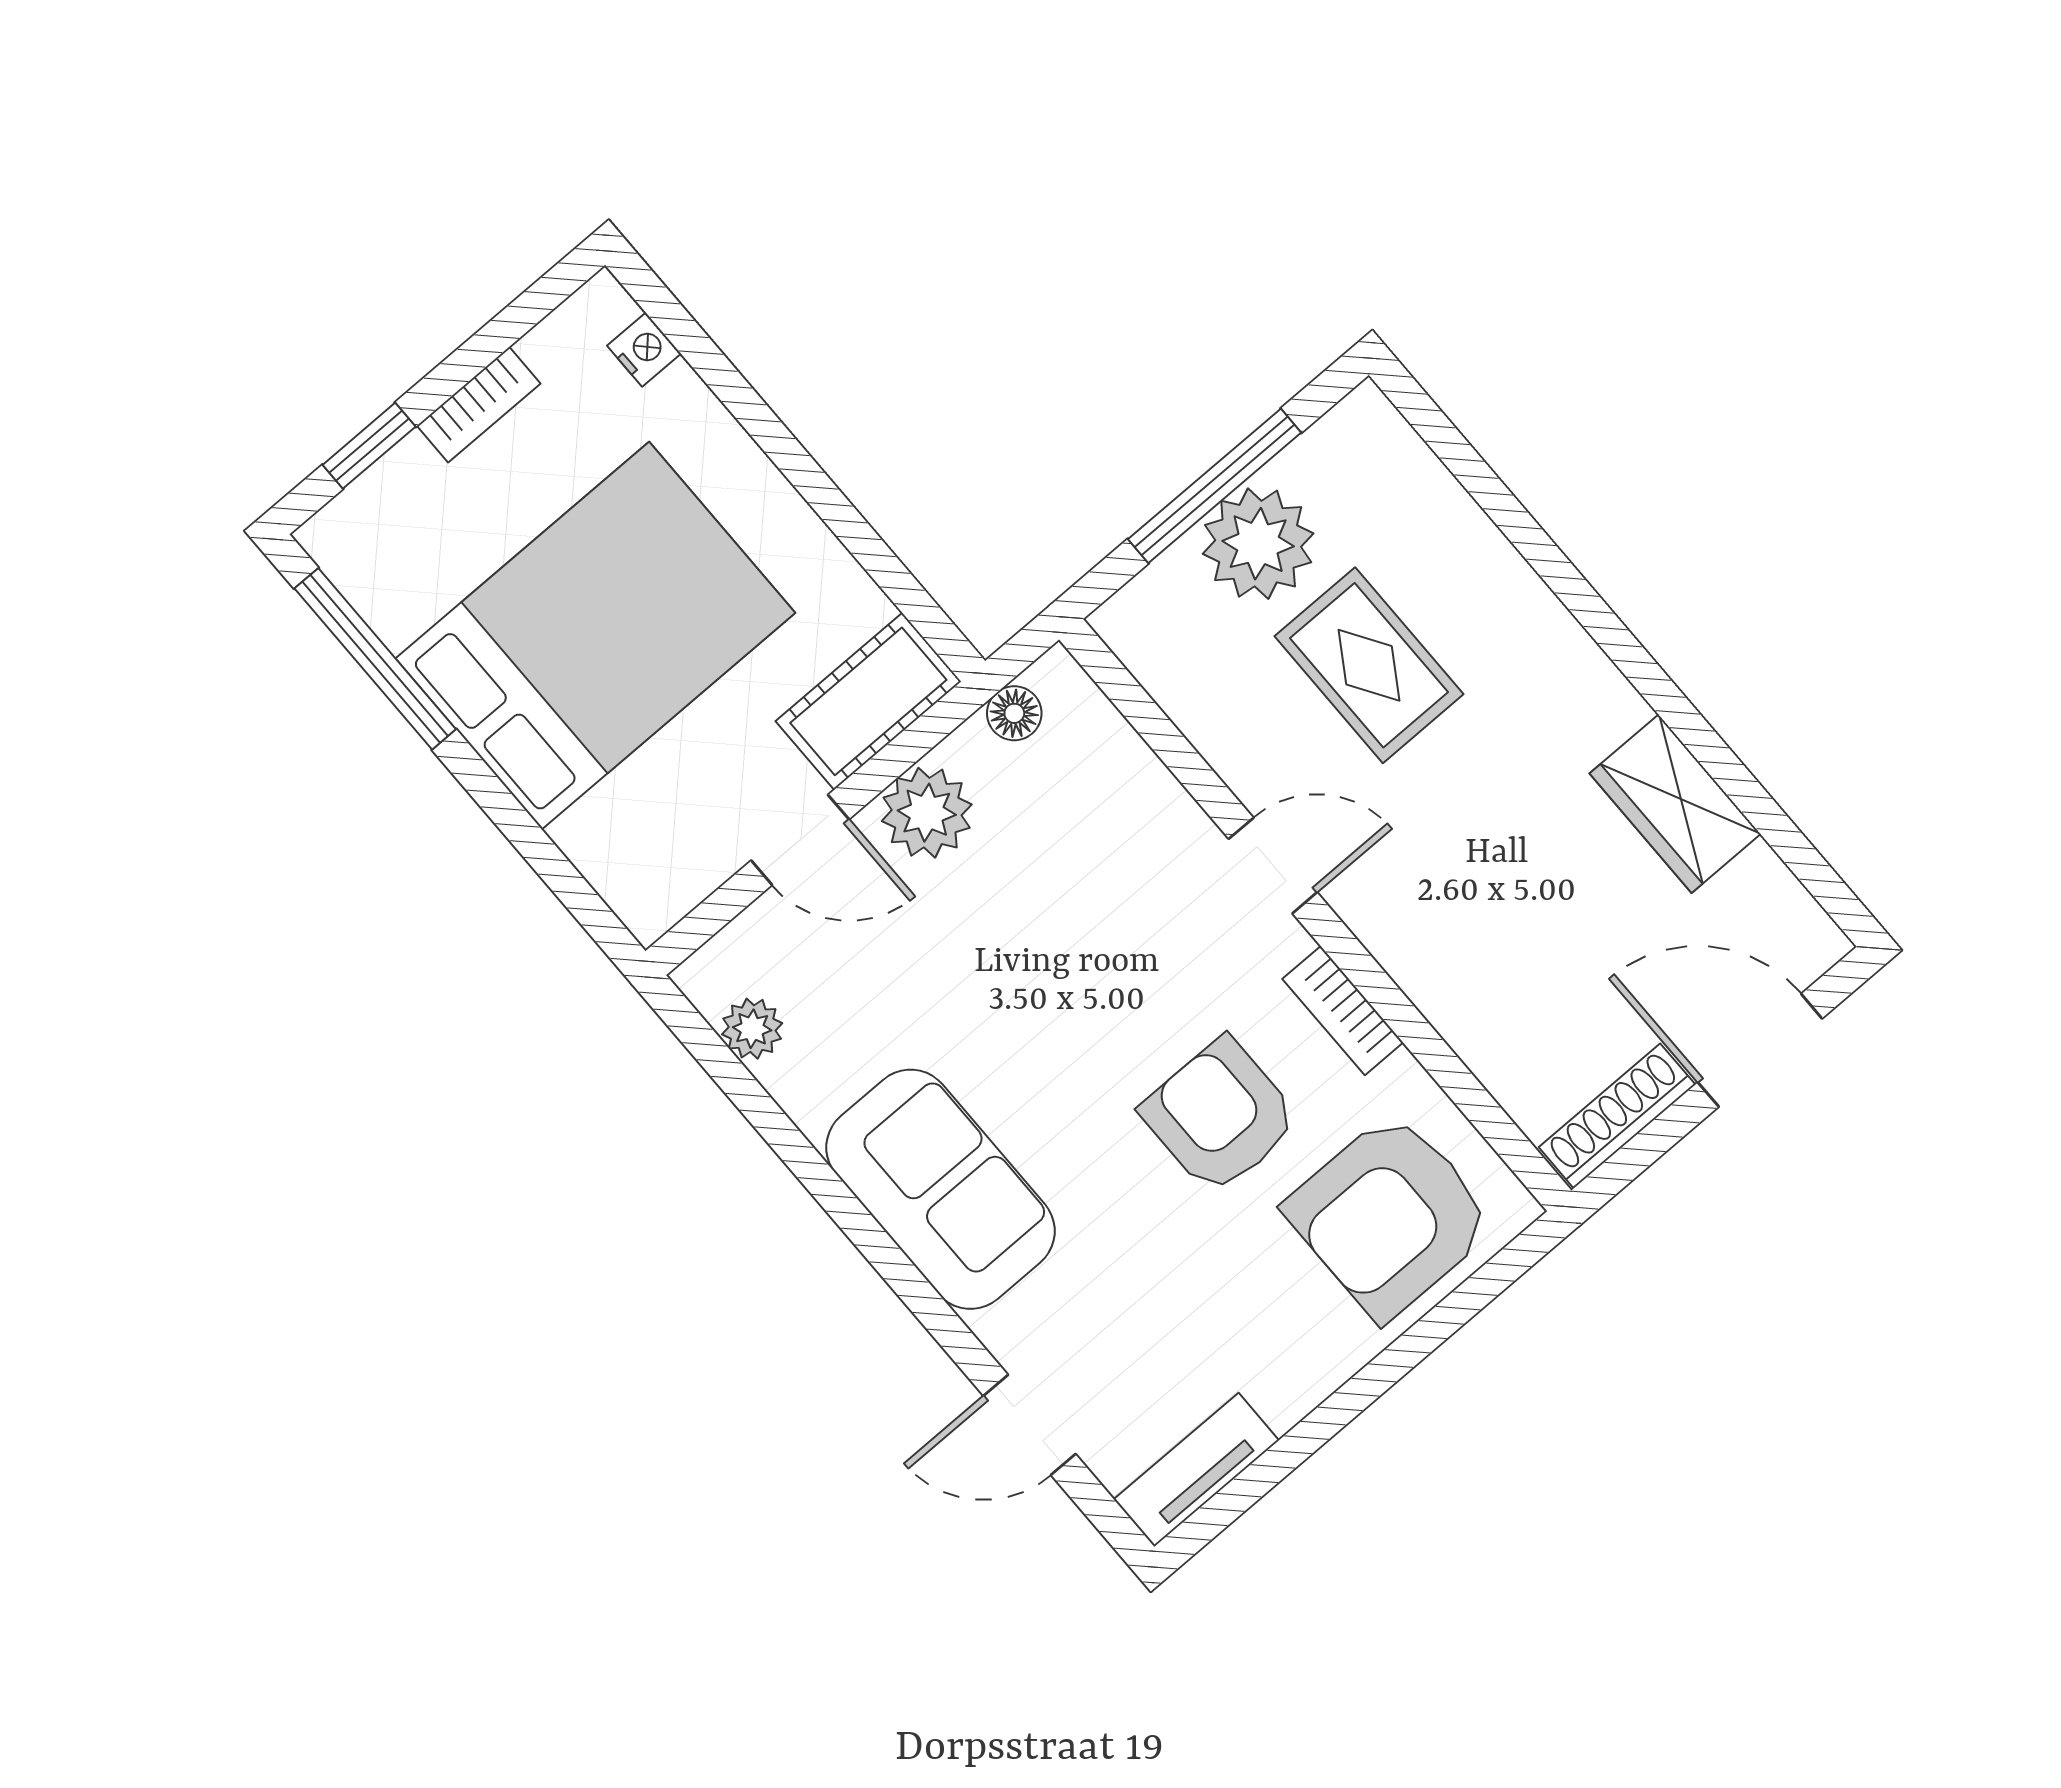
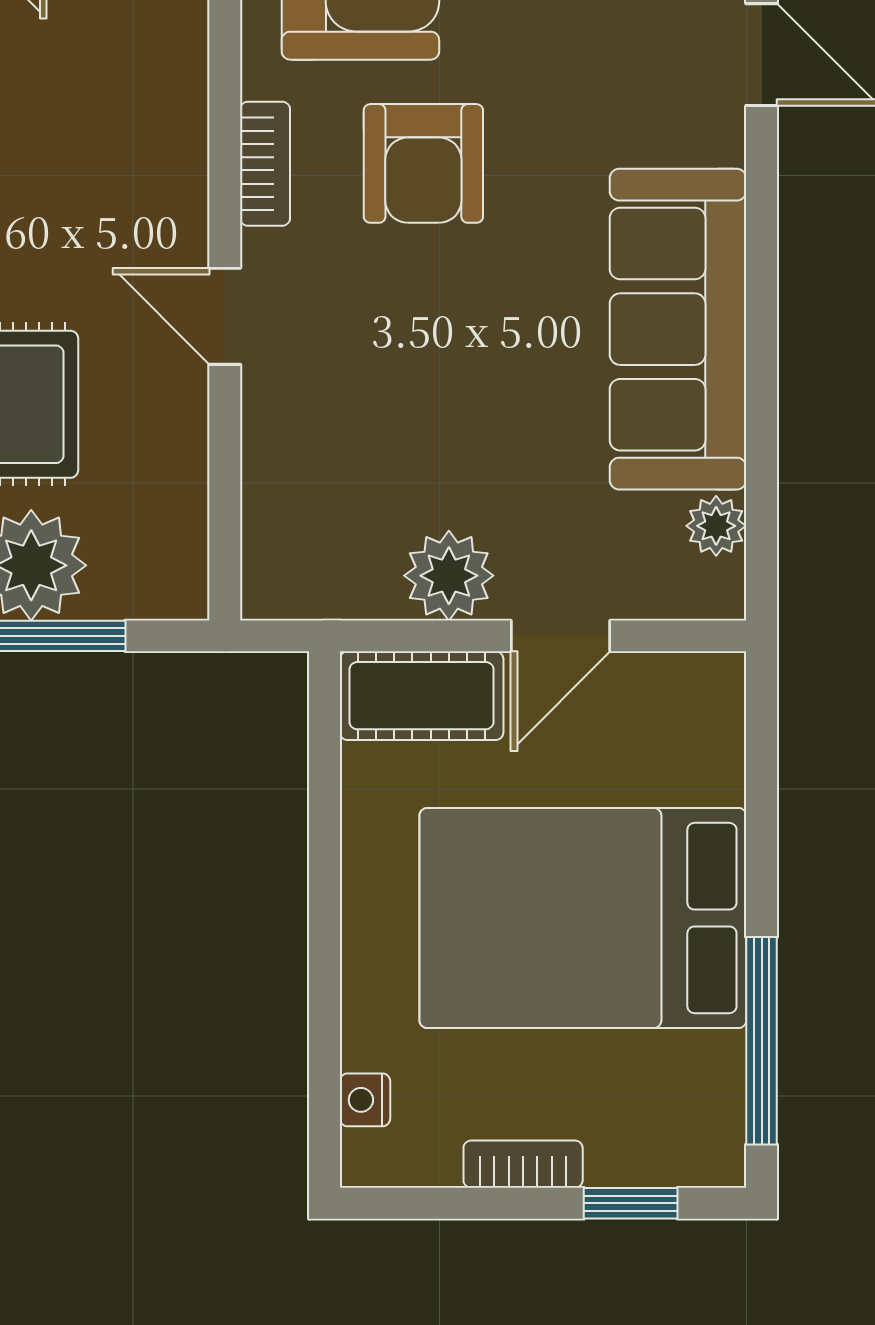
floor lamp: (1014, 713) -> (321, 594), removed
door: (800, 840) -> (560, 636), swing flipped
sofa: (941, 1189) -> (678, 329), width x1.36

